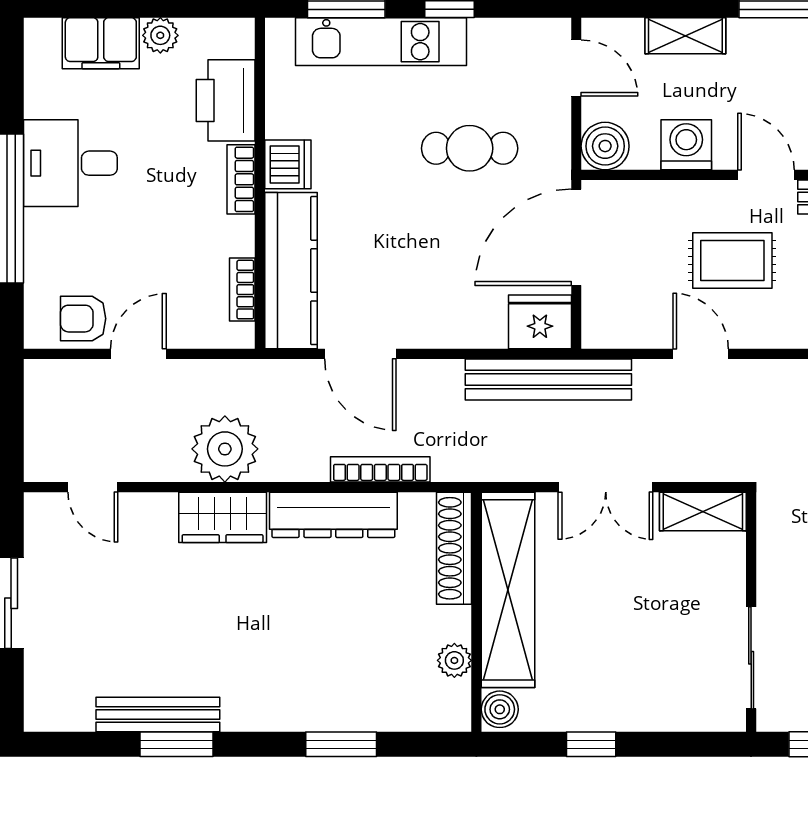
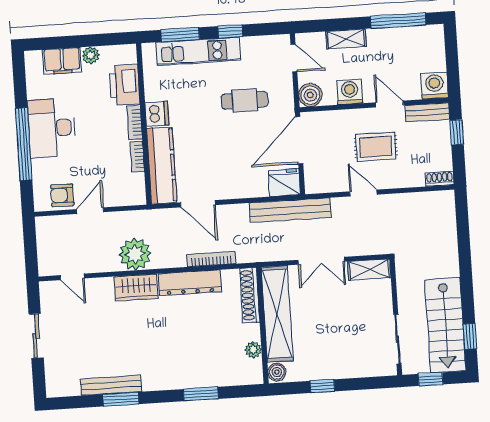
desk: (70, 163) -> (52, 128), width x1.37
bookcase: (242, 290) -> (137, 157), moved

